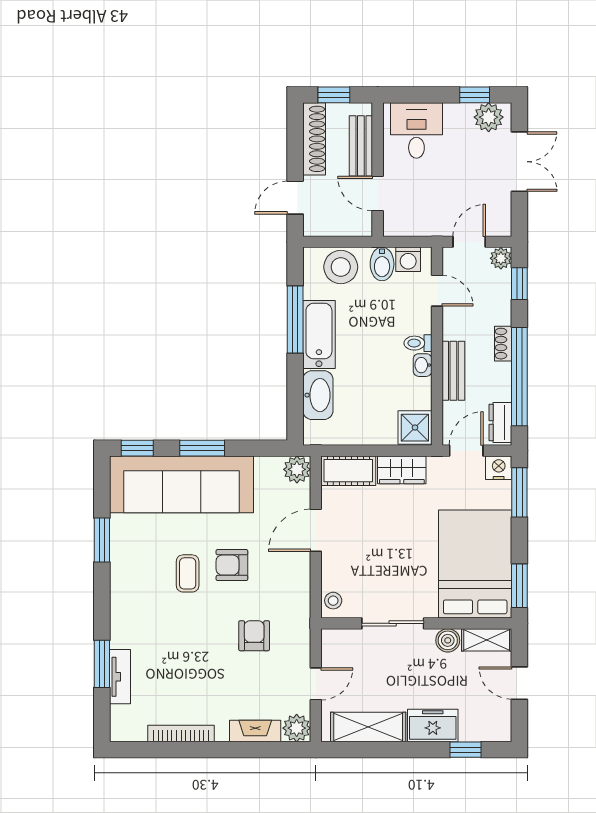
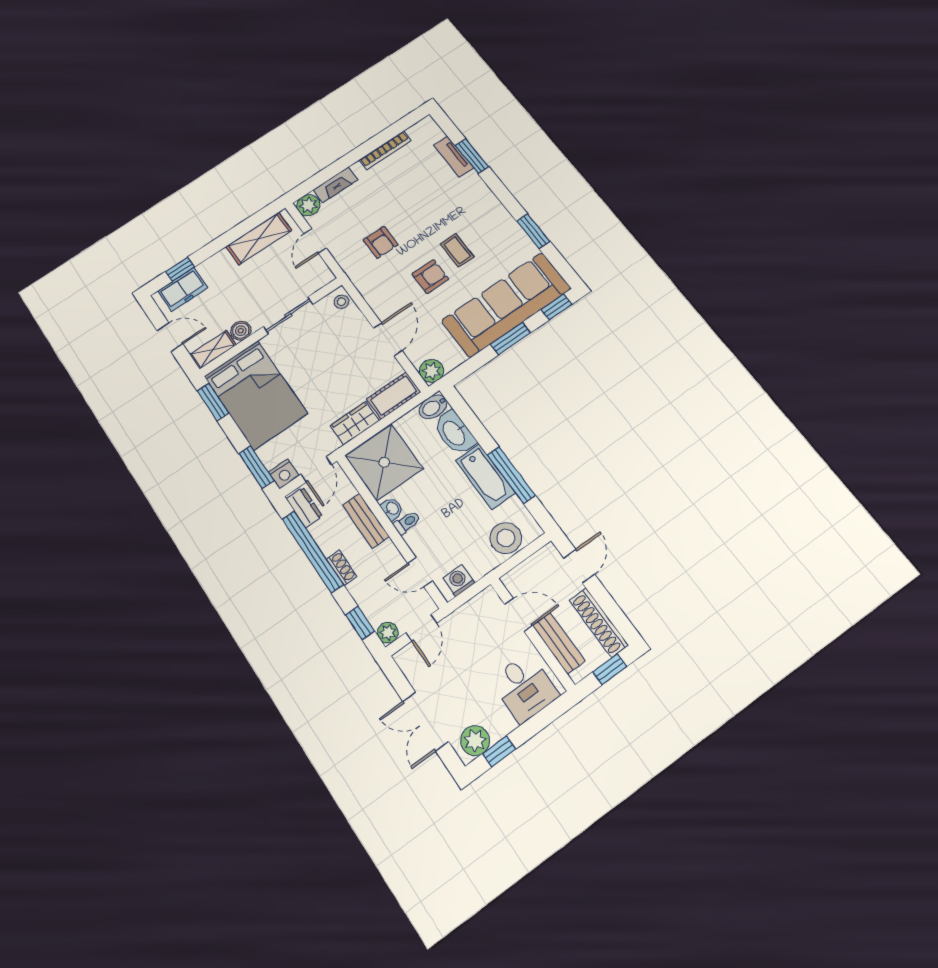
bidet: (382, 264) -> (433, 407), moved, turned -90
shower: (415, 428) -> (384, 462), width x1.86, depth x1.86
freezer: (433, 726) -> (183, 289), moved

